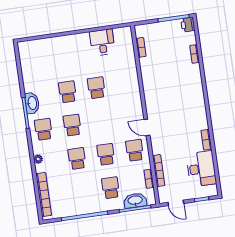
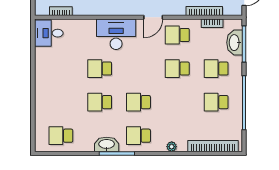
desk: (102, 42) -> (49, 33), moved
school desk: (34, 63) -> (61, 136), added
desk: (128, 98) -> (116, 34), added
school desk: (77, 158) -> (216, 102), moved

